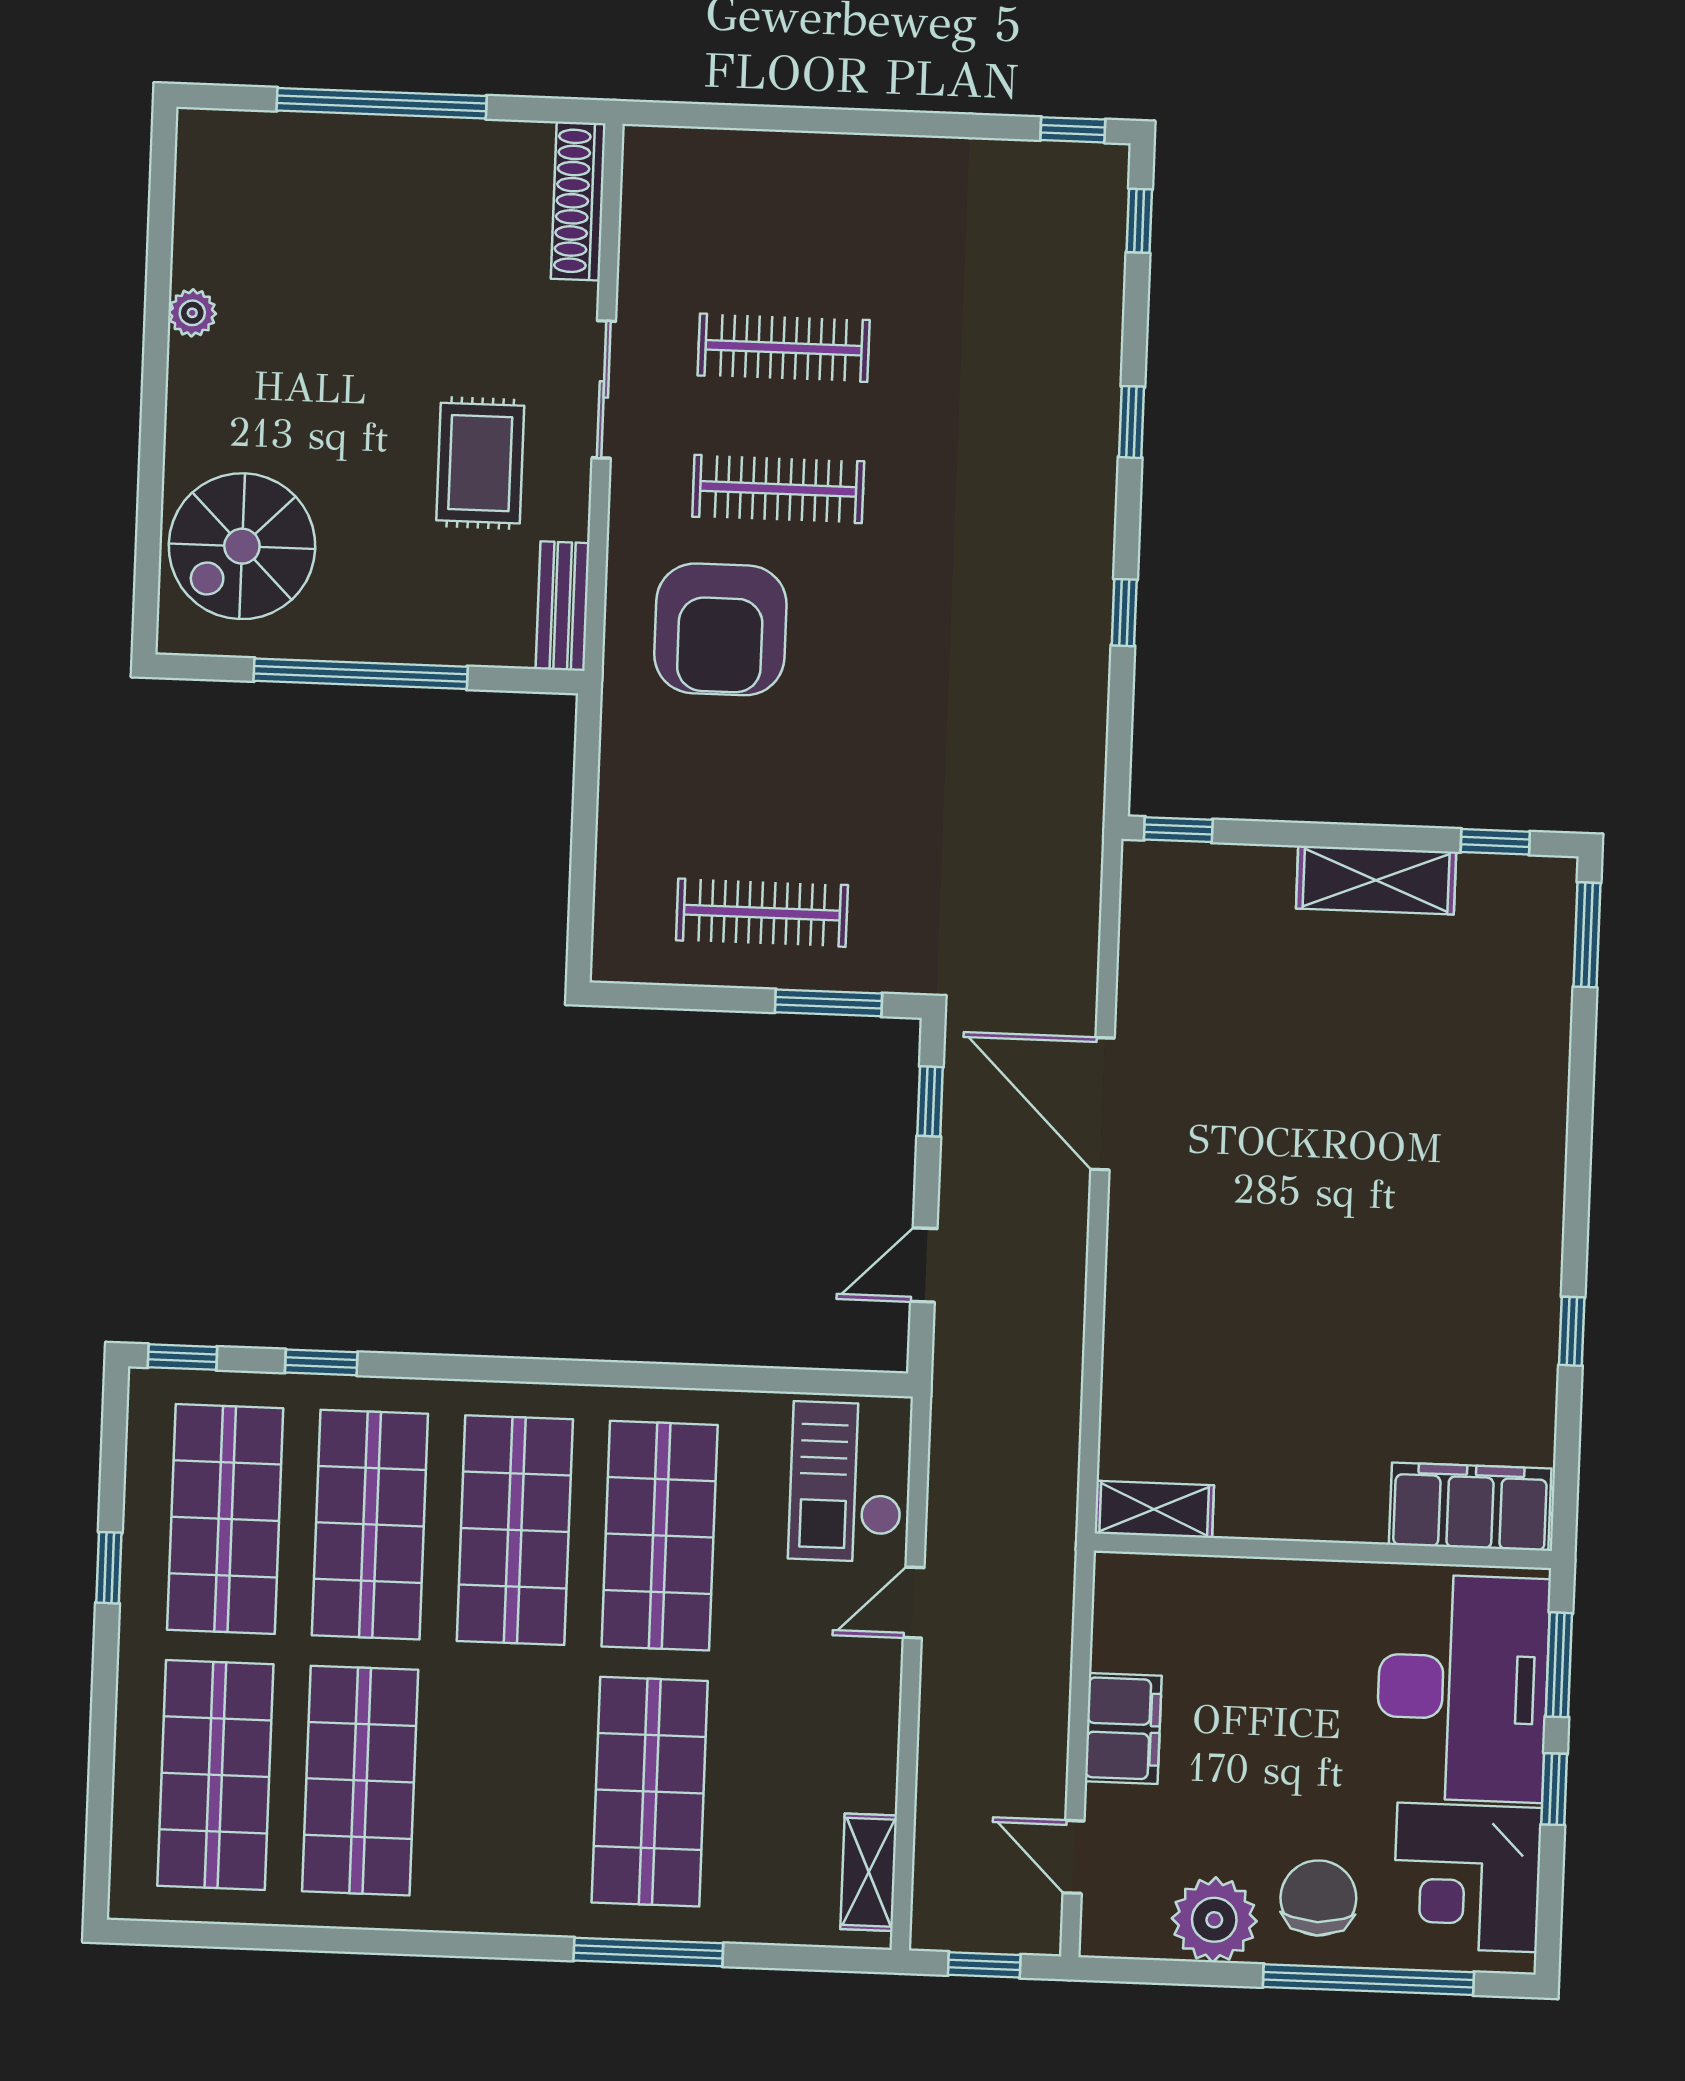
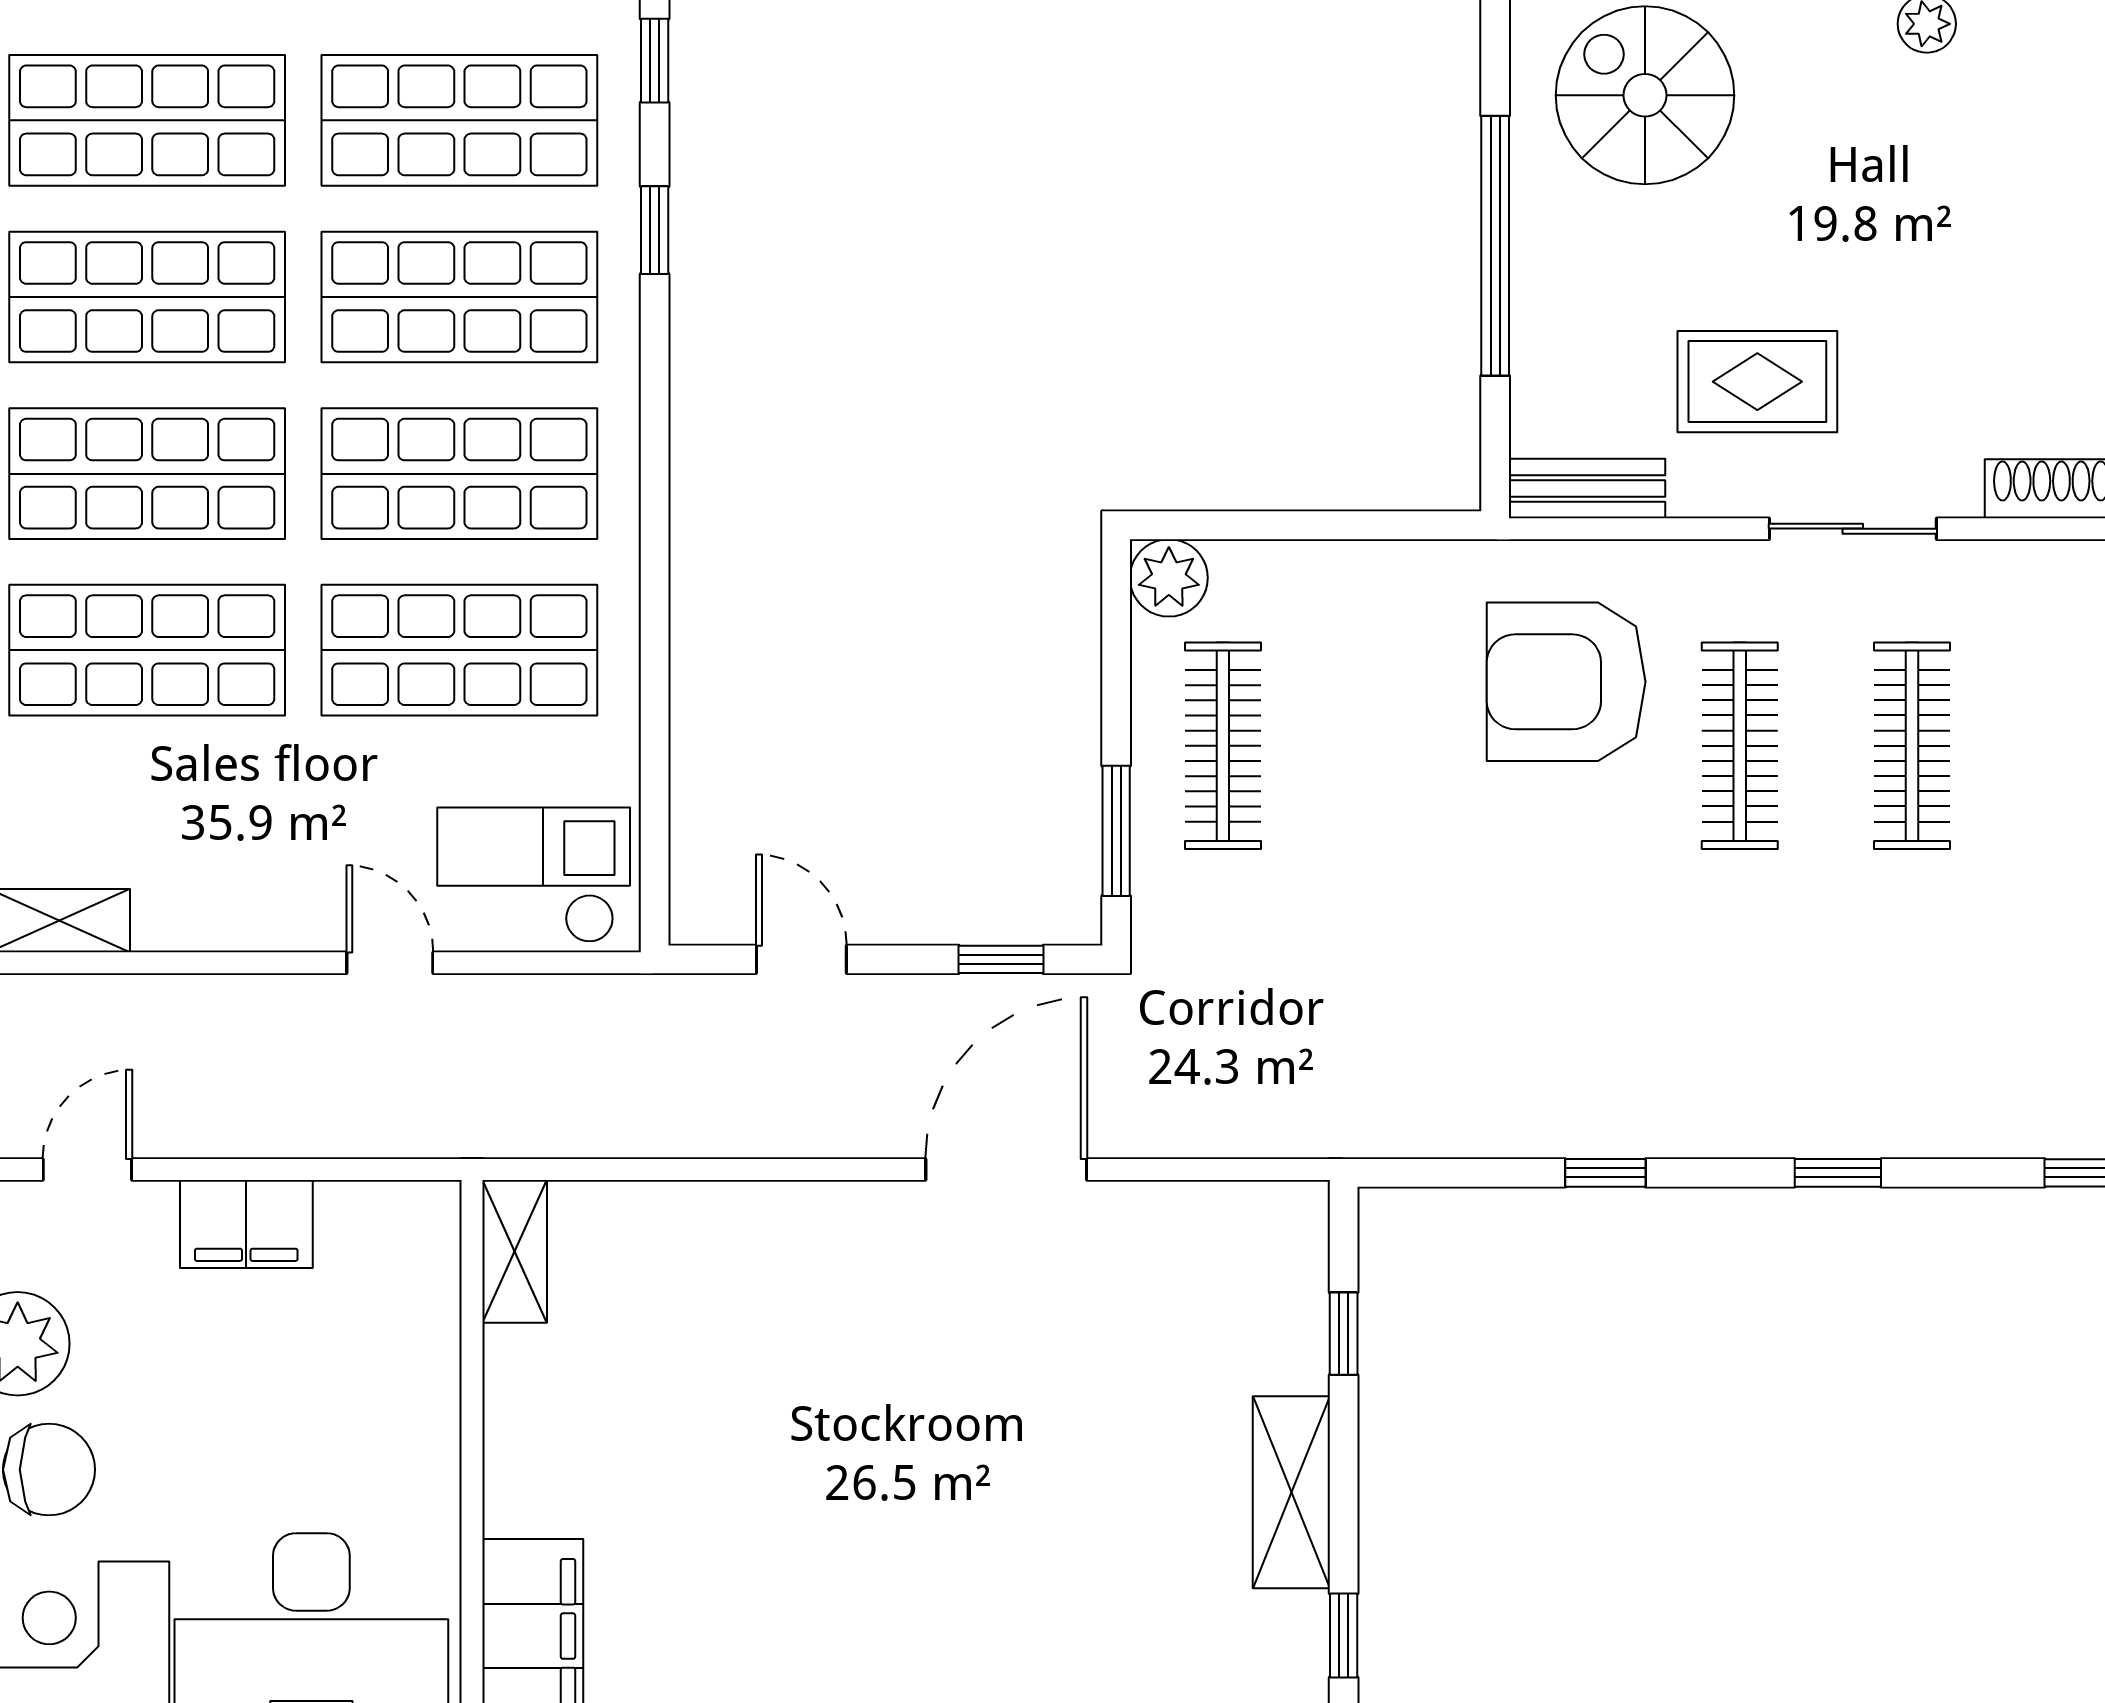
window: (1178, 830) -> (1344, 1334), moved
plant: (623, 952) -> (1169, 578), added
shop shelf: (505, 1786) -> (147, 474), added

